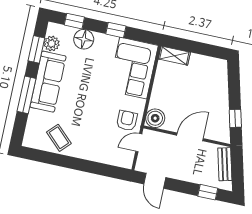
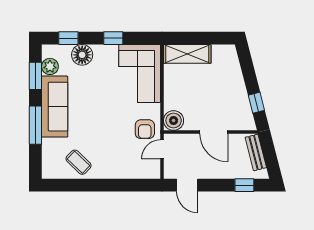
shelving: (174, 56) -> (187, 54), width x1.50, depth x1.33
armchair: (127, 120) -> (145, 129), turned 180
door: (190, 137) -> (214, 132), swing flipped

